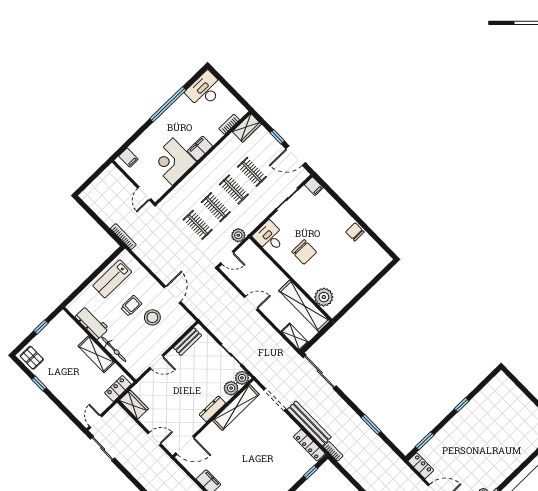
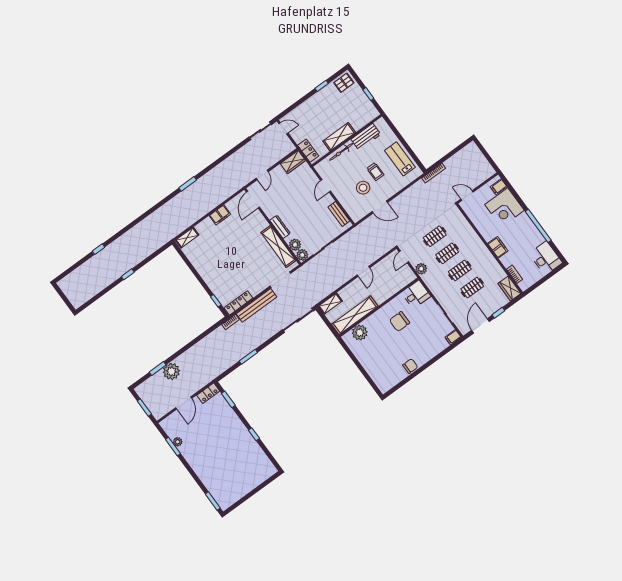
corner desk: (173, 162) -> (505, 207), moved, turned 180

